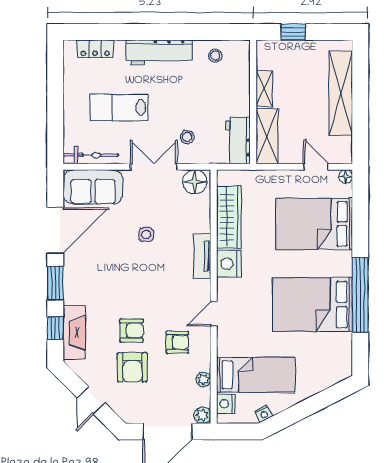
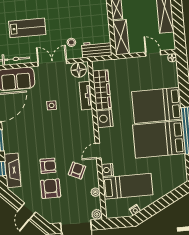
lab bench: (119, 107) -> (27, 28), turned 180
workbench: (238, 140) -> (97, 49), moved, turned 90
bed: (314, 224) -> (157, 105), moved
tv unit: (202, 256) -> (86, 96), moved
armchair: (177, 342) -> (77, 170), turned -65
armchair: (132, 367) -> (51, 189), turned 180
nightstand: (226, 404) -> (107, 170), moved

